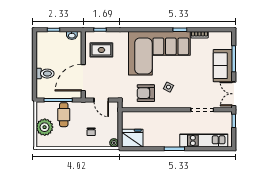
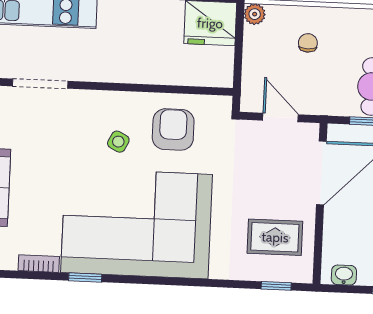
armchair: (146, 93) -> (173, 129), turned -90

